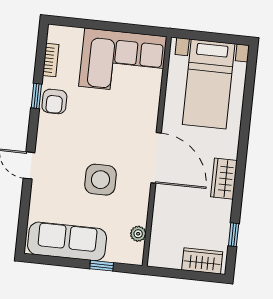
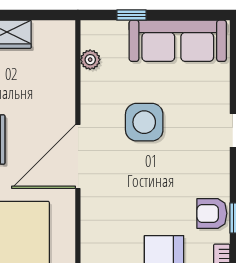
armchair: (54, 101) -> (212, 213), turned -90
door: (156, 158) -> (78, 157), hinge flipped

